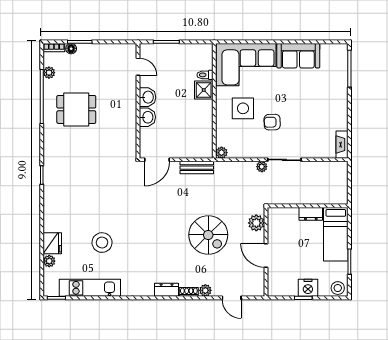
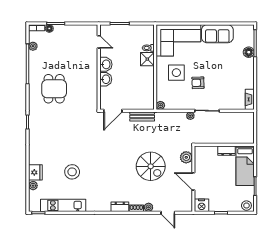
floor lamp: (341, 81) -> (249, 52), added
dining table: (76, 109) -> (54, 89), moved, turned 90
nightstand: (308, 288) -> (202, 205), moved

